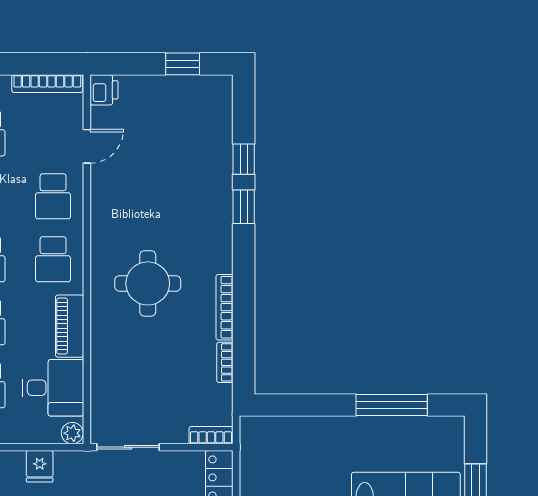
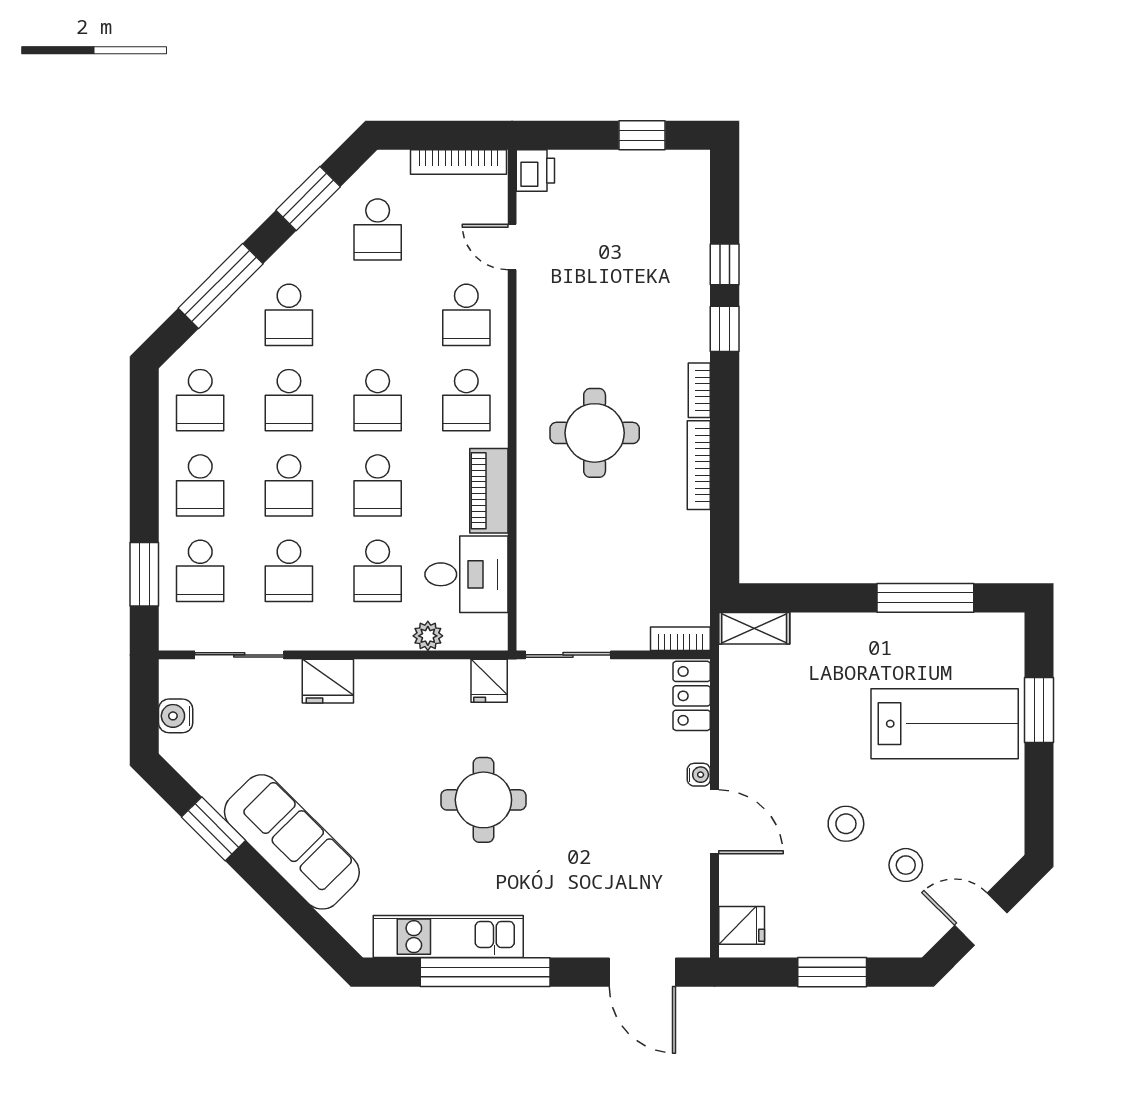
door: (87, 146) -> (512, 247), swing flipped
bookcase: (225, 362) -> (699, 390), moved
shelving: (265, 427) -> (754, 628), added
plant: (72, 433) -> (428, 636), moved
fridge: (40, 466) -> (489, 681), moved

